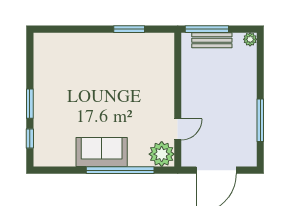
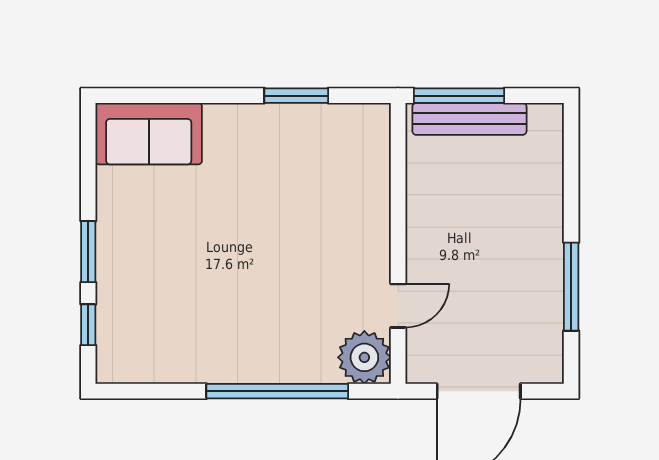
plant: (250, 39) -> (550, 117), removed
bench: (212, 40) -> (469, 119), width x1.36
sofa: (102, 152) -> (149, 134), moved, turned 180

